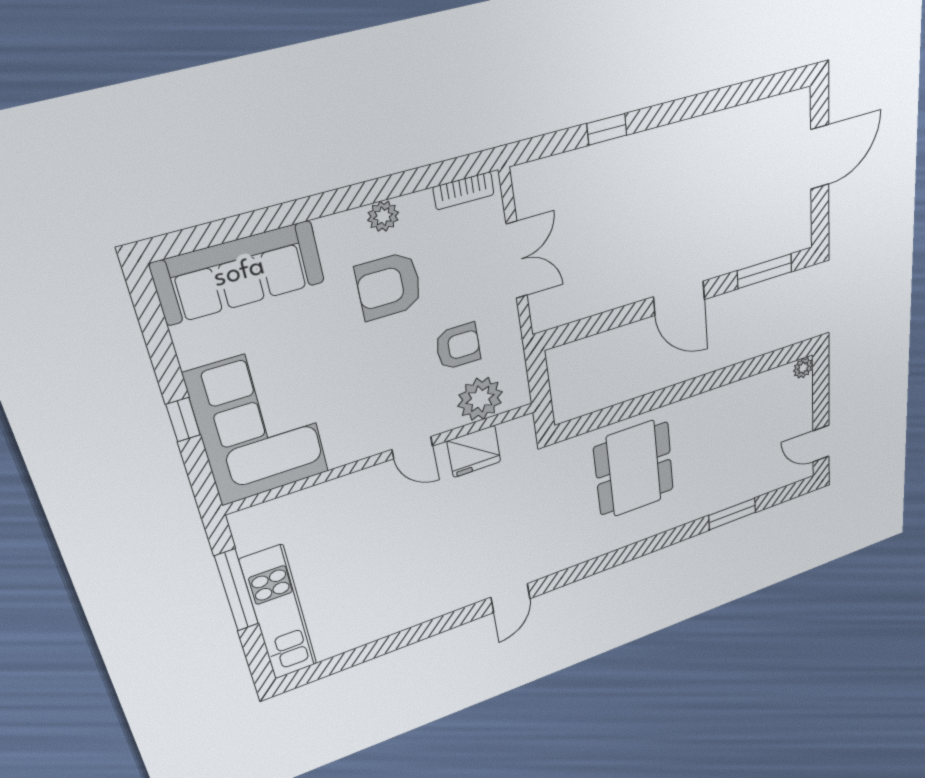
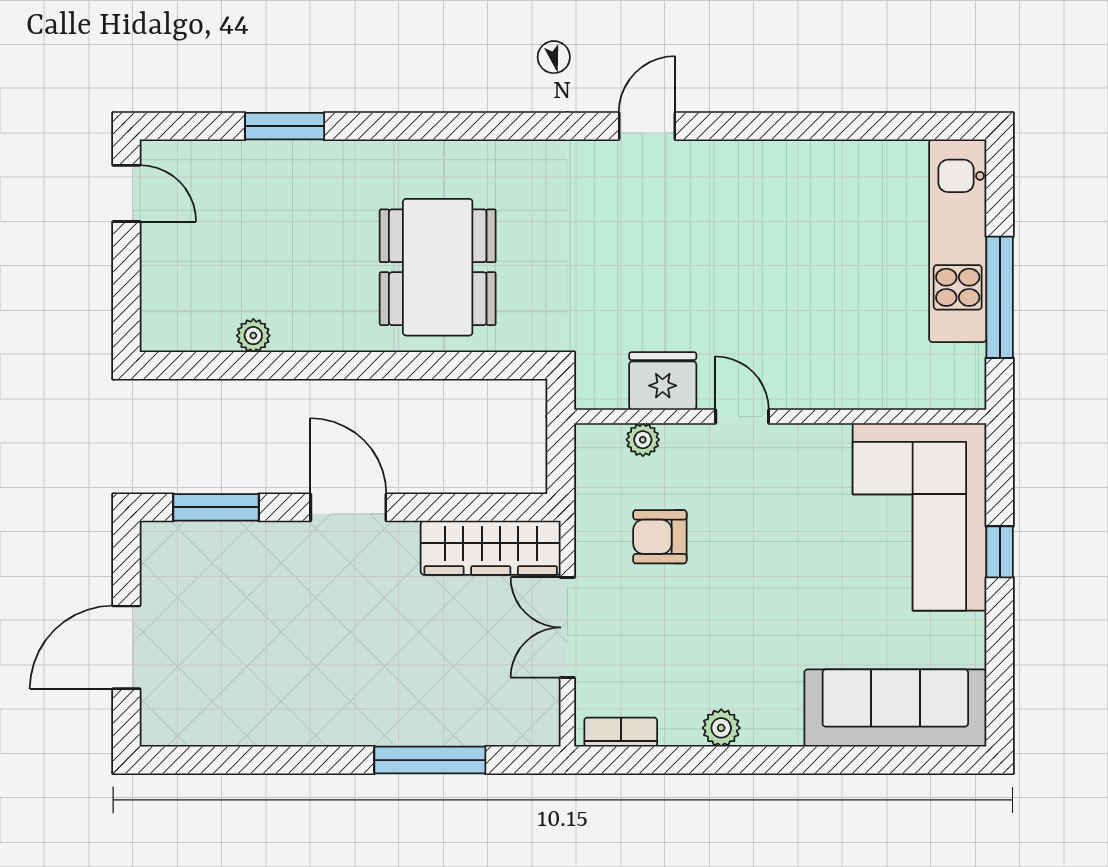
window: (607, 129) -> (430, 760), width x2.17
armchair: (389, 286) -> (731, 642), removed
wardrobe: (580, 301) -> (491, 548), added
plant: (803, 368) -> (253, 336), moved
plant: (480, 399) -> (643, 440), width x0.53, depth x0.53

